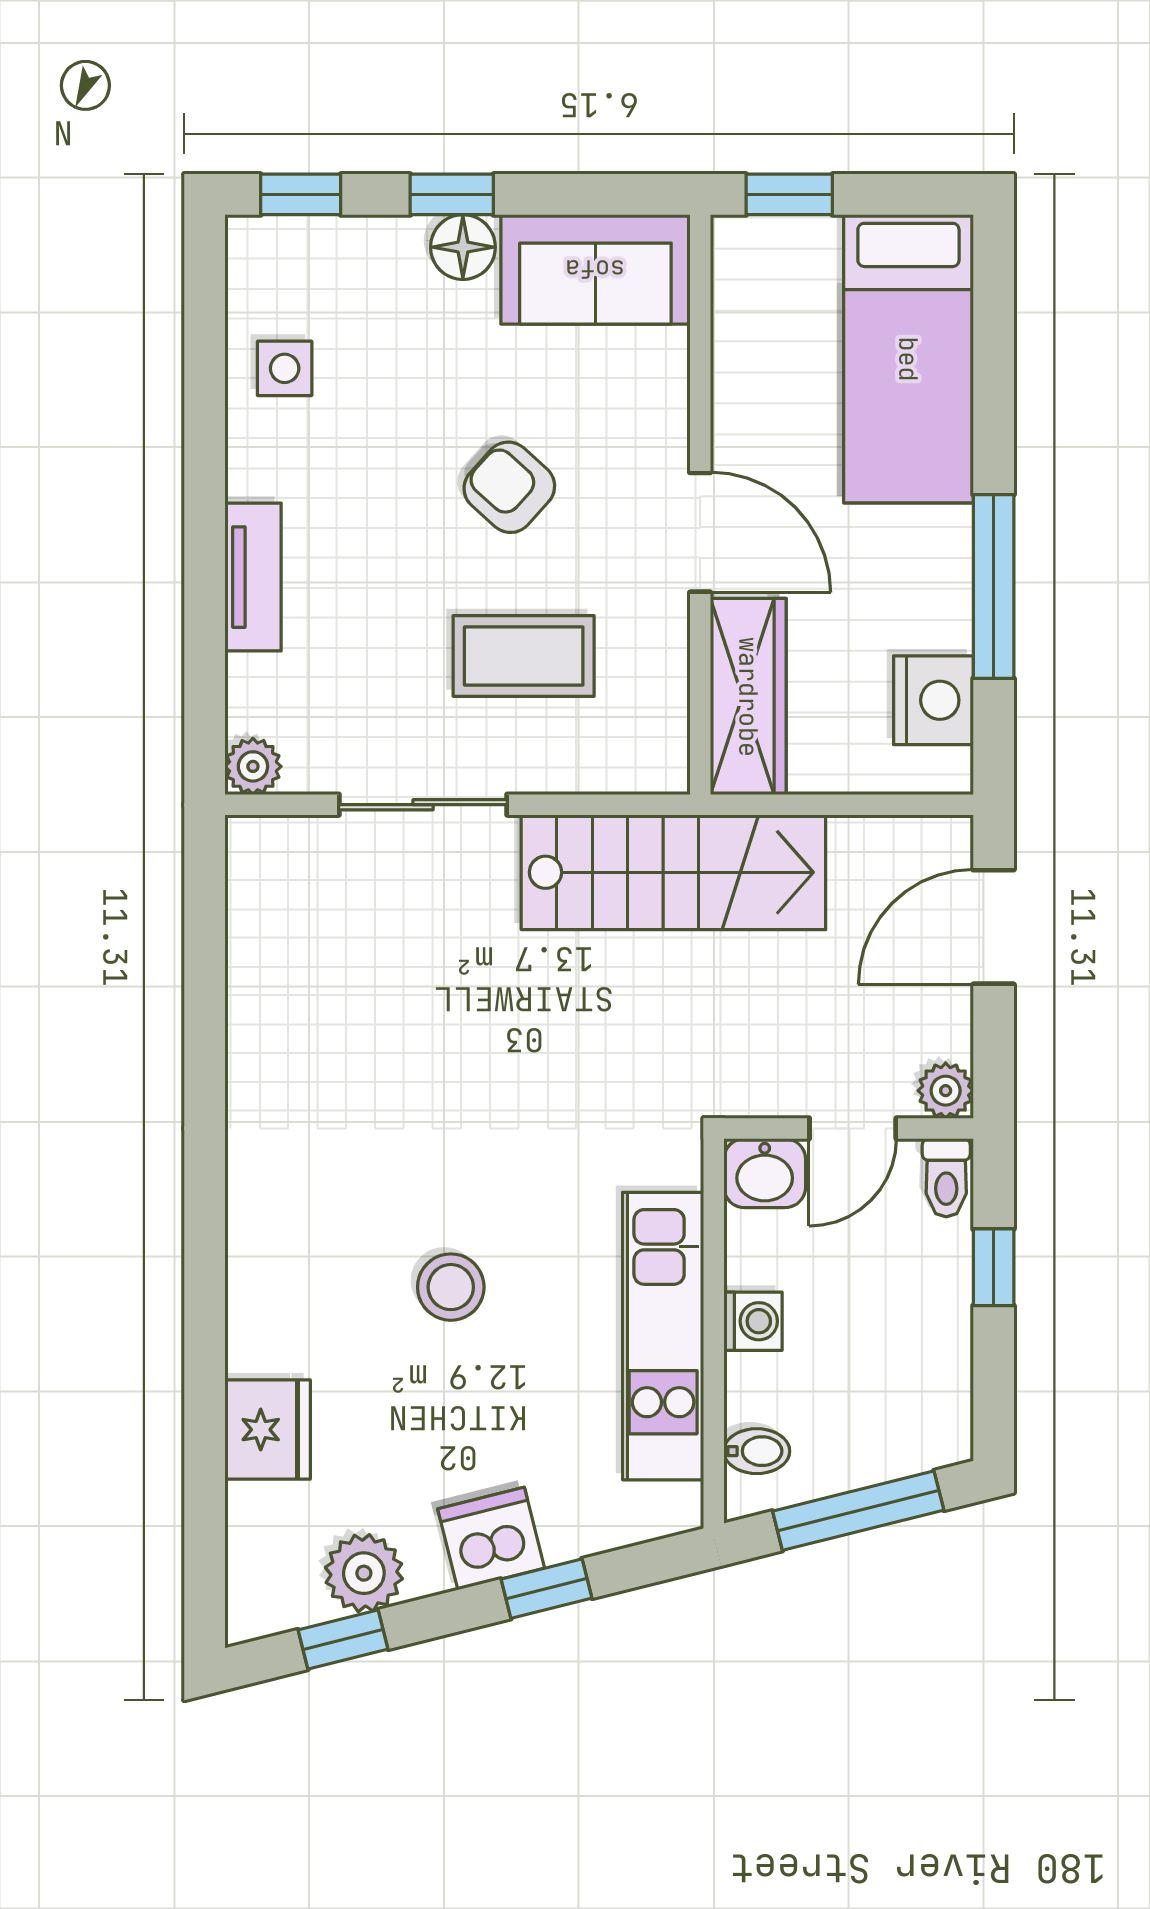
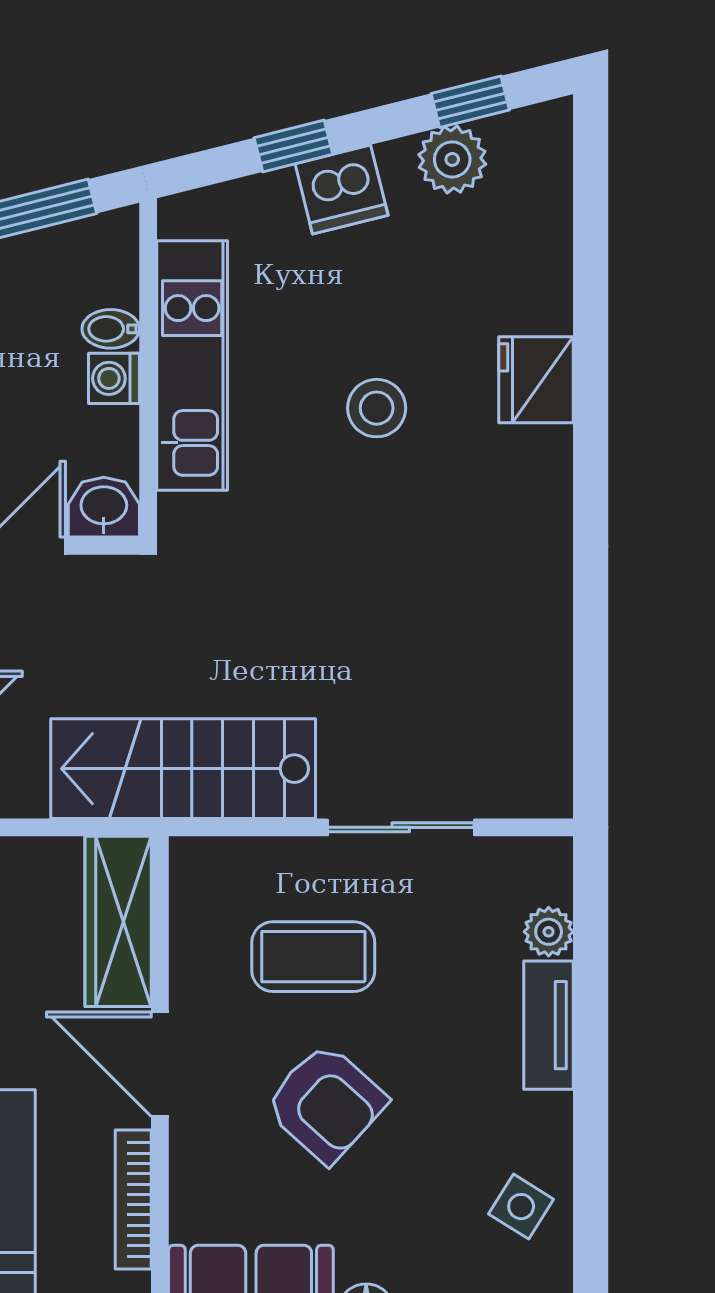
side table: (285, 368) -> (521, 1207), turned 32
bookcase: (731, 376) -> (133, 1200), added
armchair: (509, 487) -> (326, 1103), width x1.38, depth x1.38
plant: (253, 766) -> (549, 932), moved
fridge: (268, 1430) -> (536, 380), moved
bidet: (757, 1451) -> (111, 329), moved

